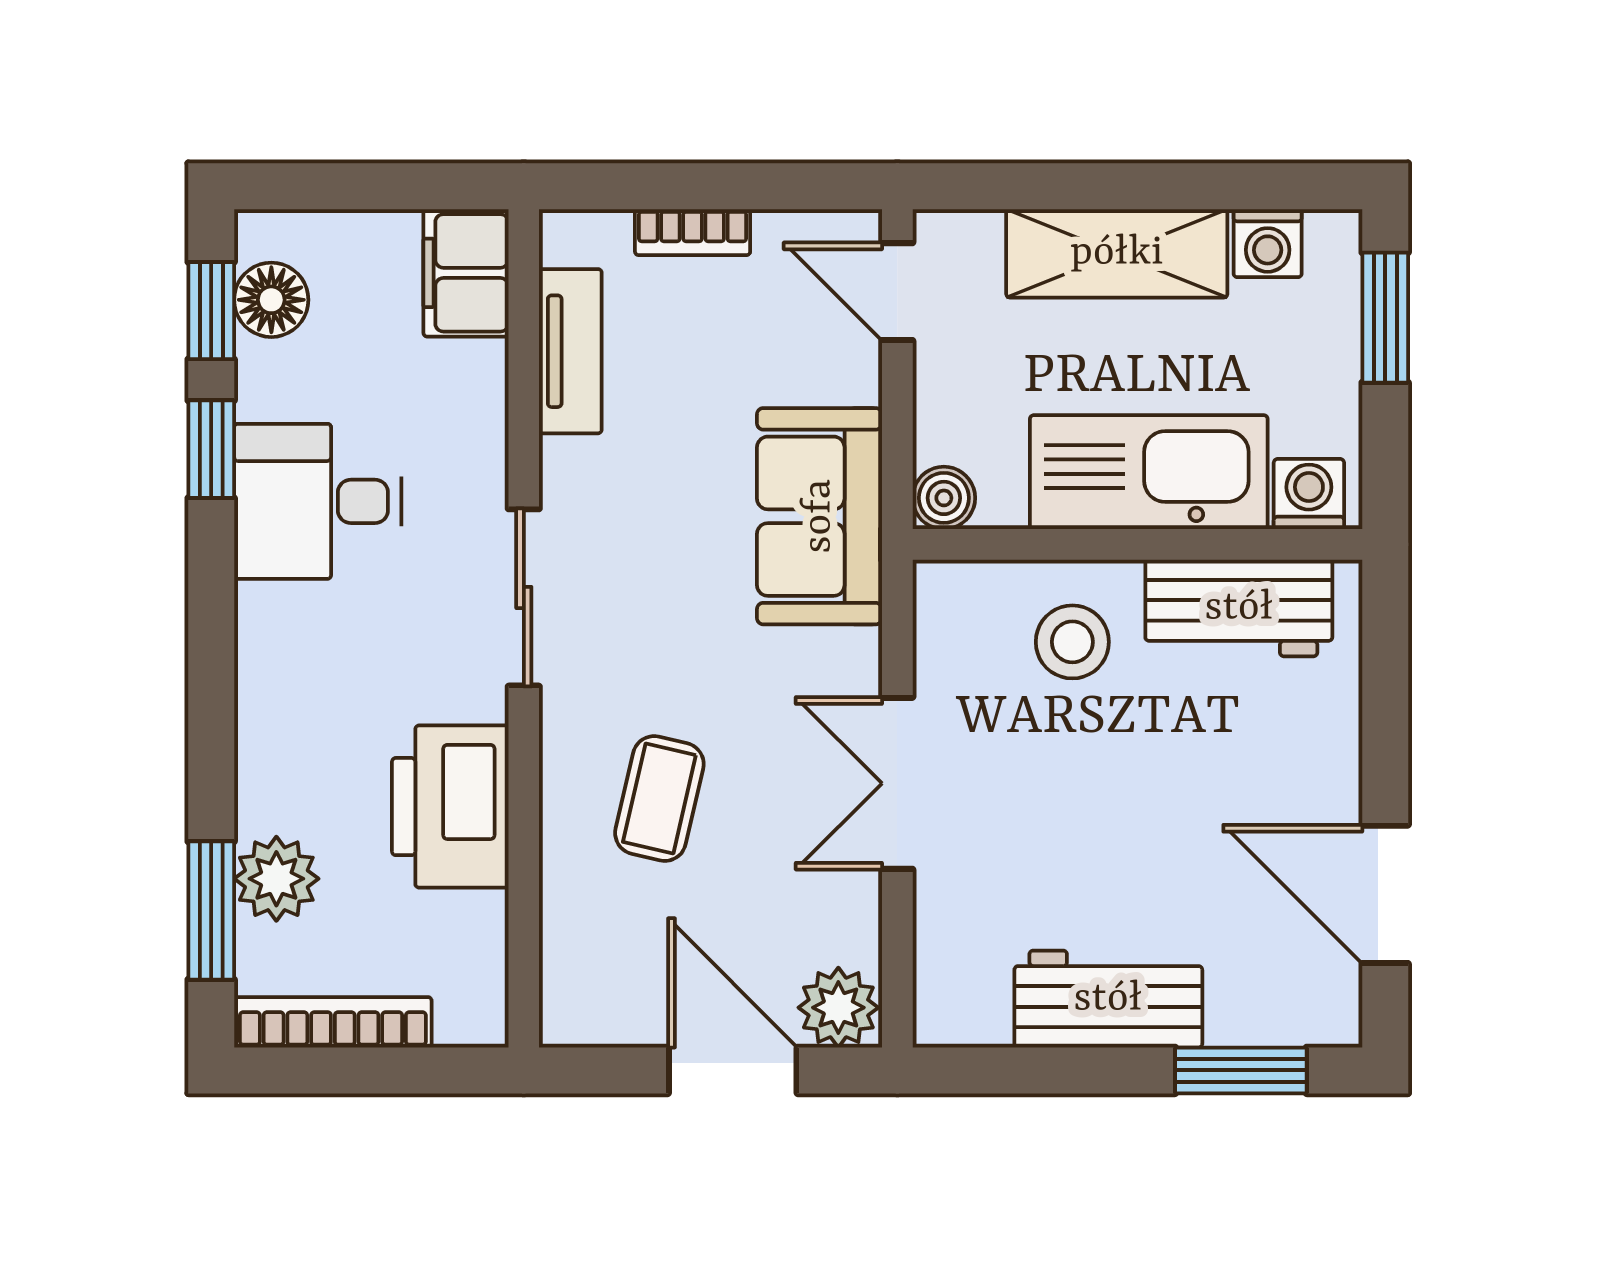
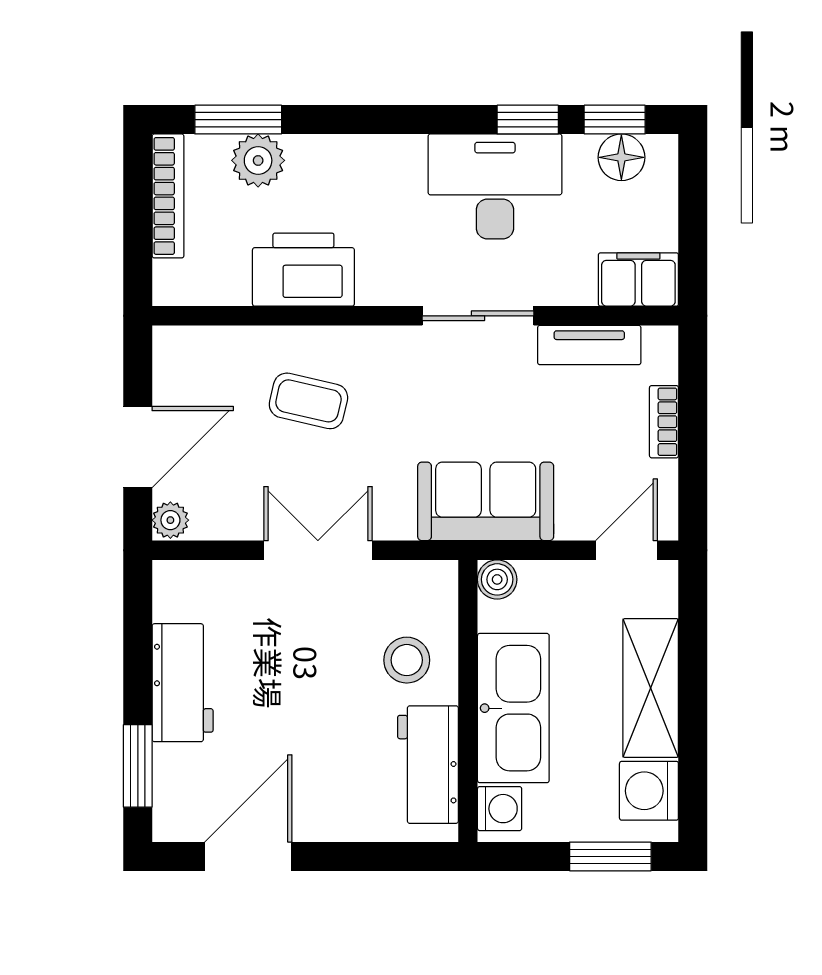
washing machine: (1268, 243) -> (649, 791), width x1.38, depth x1.38
desk: (318, 501) -> (495, 186), width x1.37
sliding door: (524, 597) -> (478, 316), moved
plant: (838, 1008) -> (170, 520), width x0.73, depth x0.73

